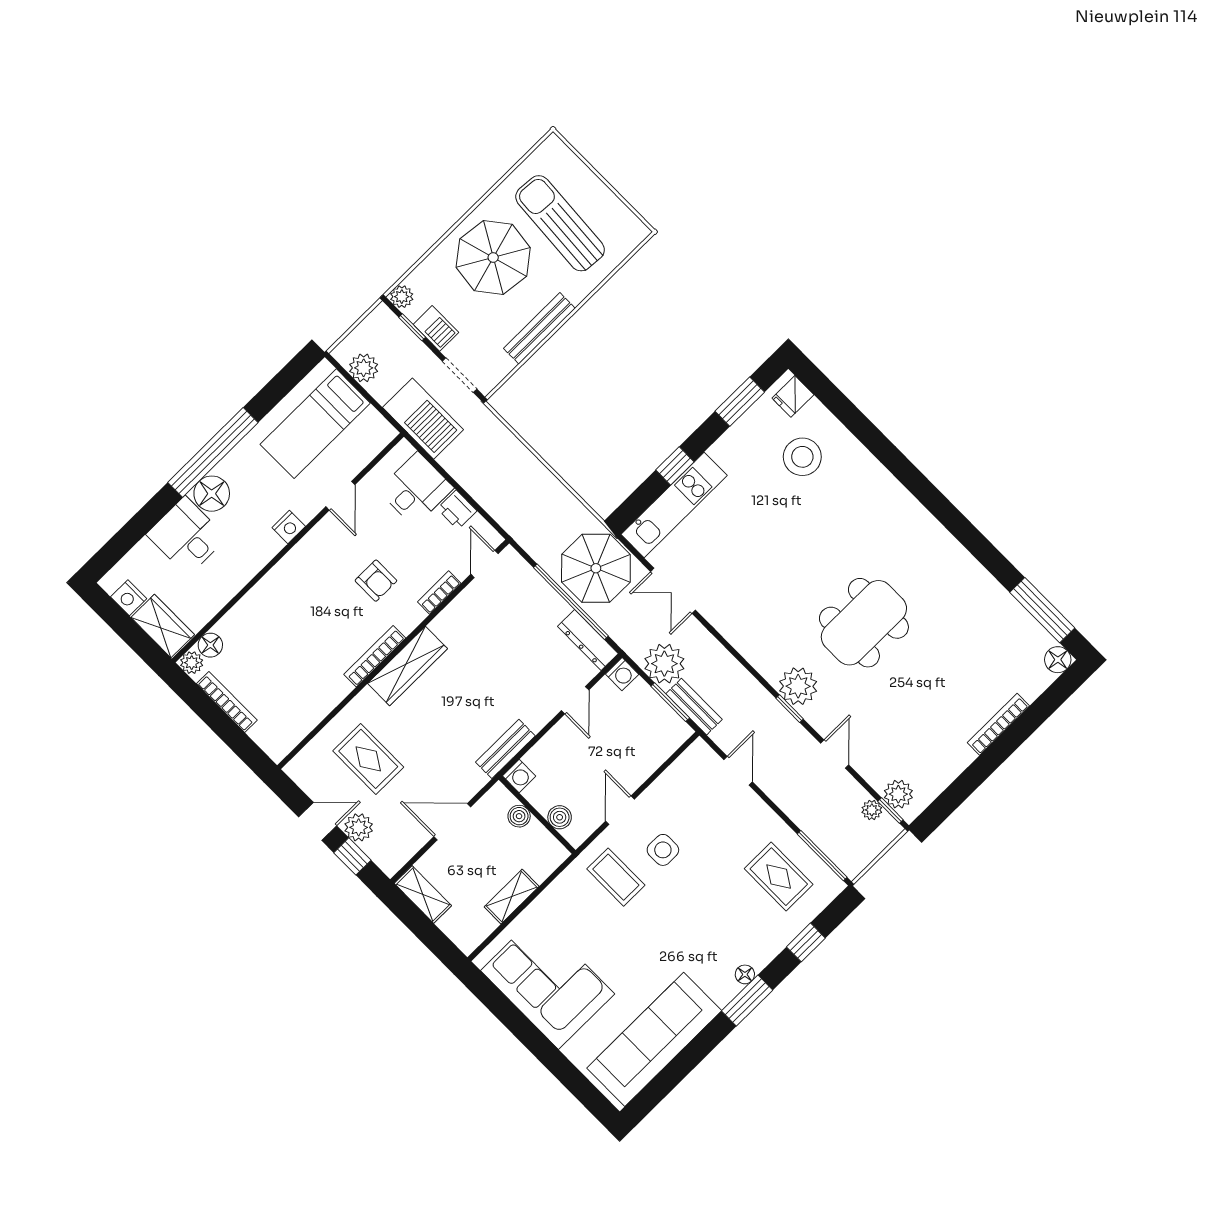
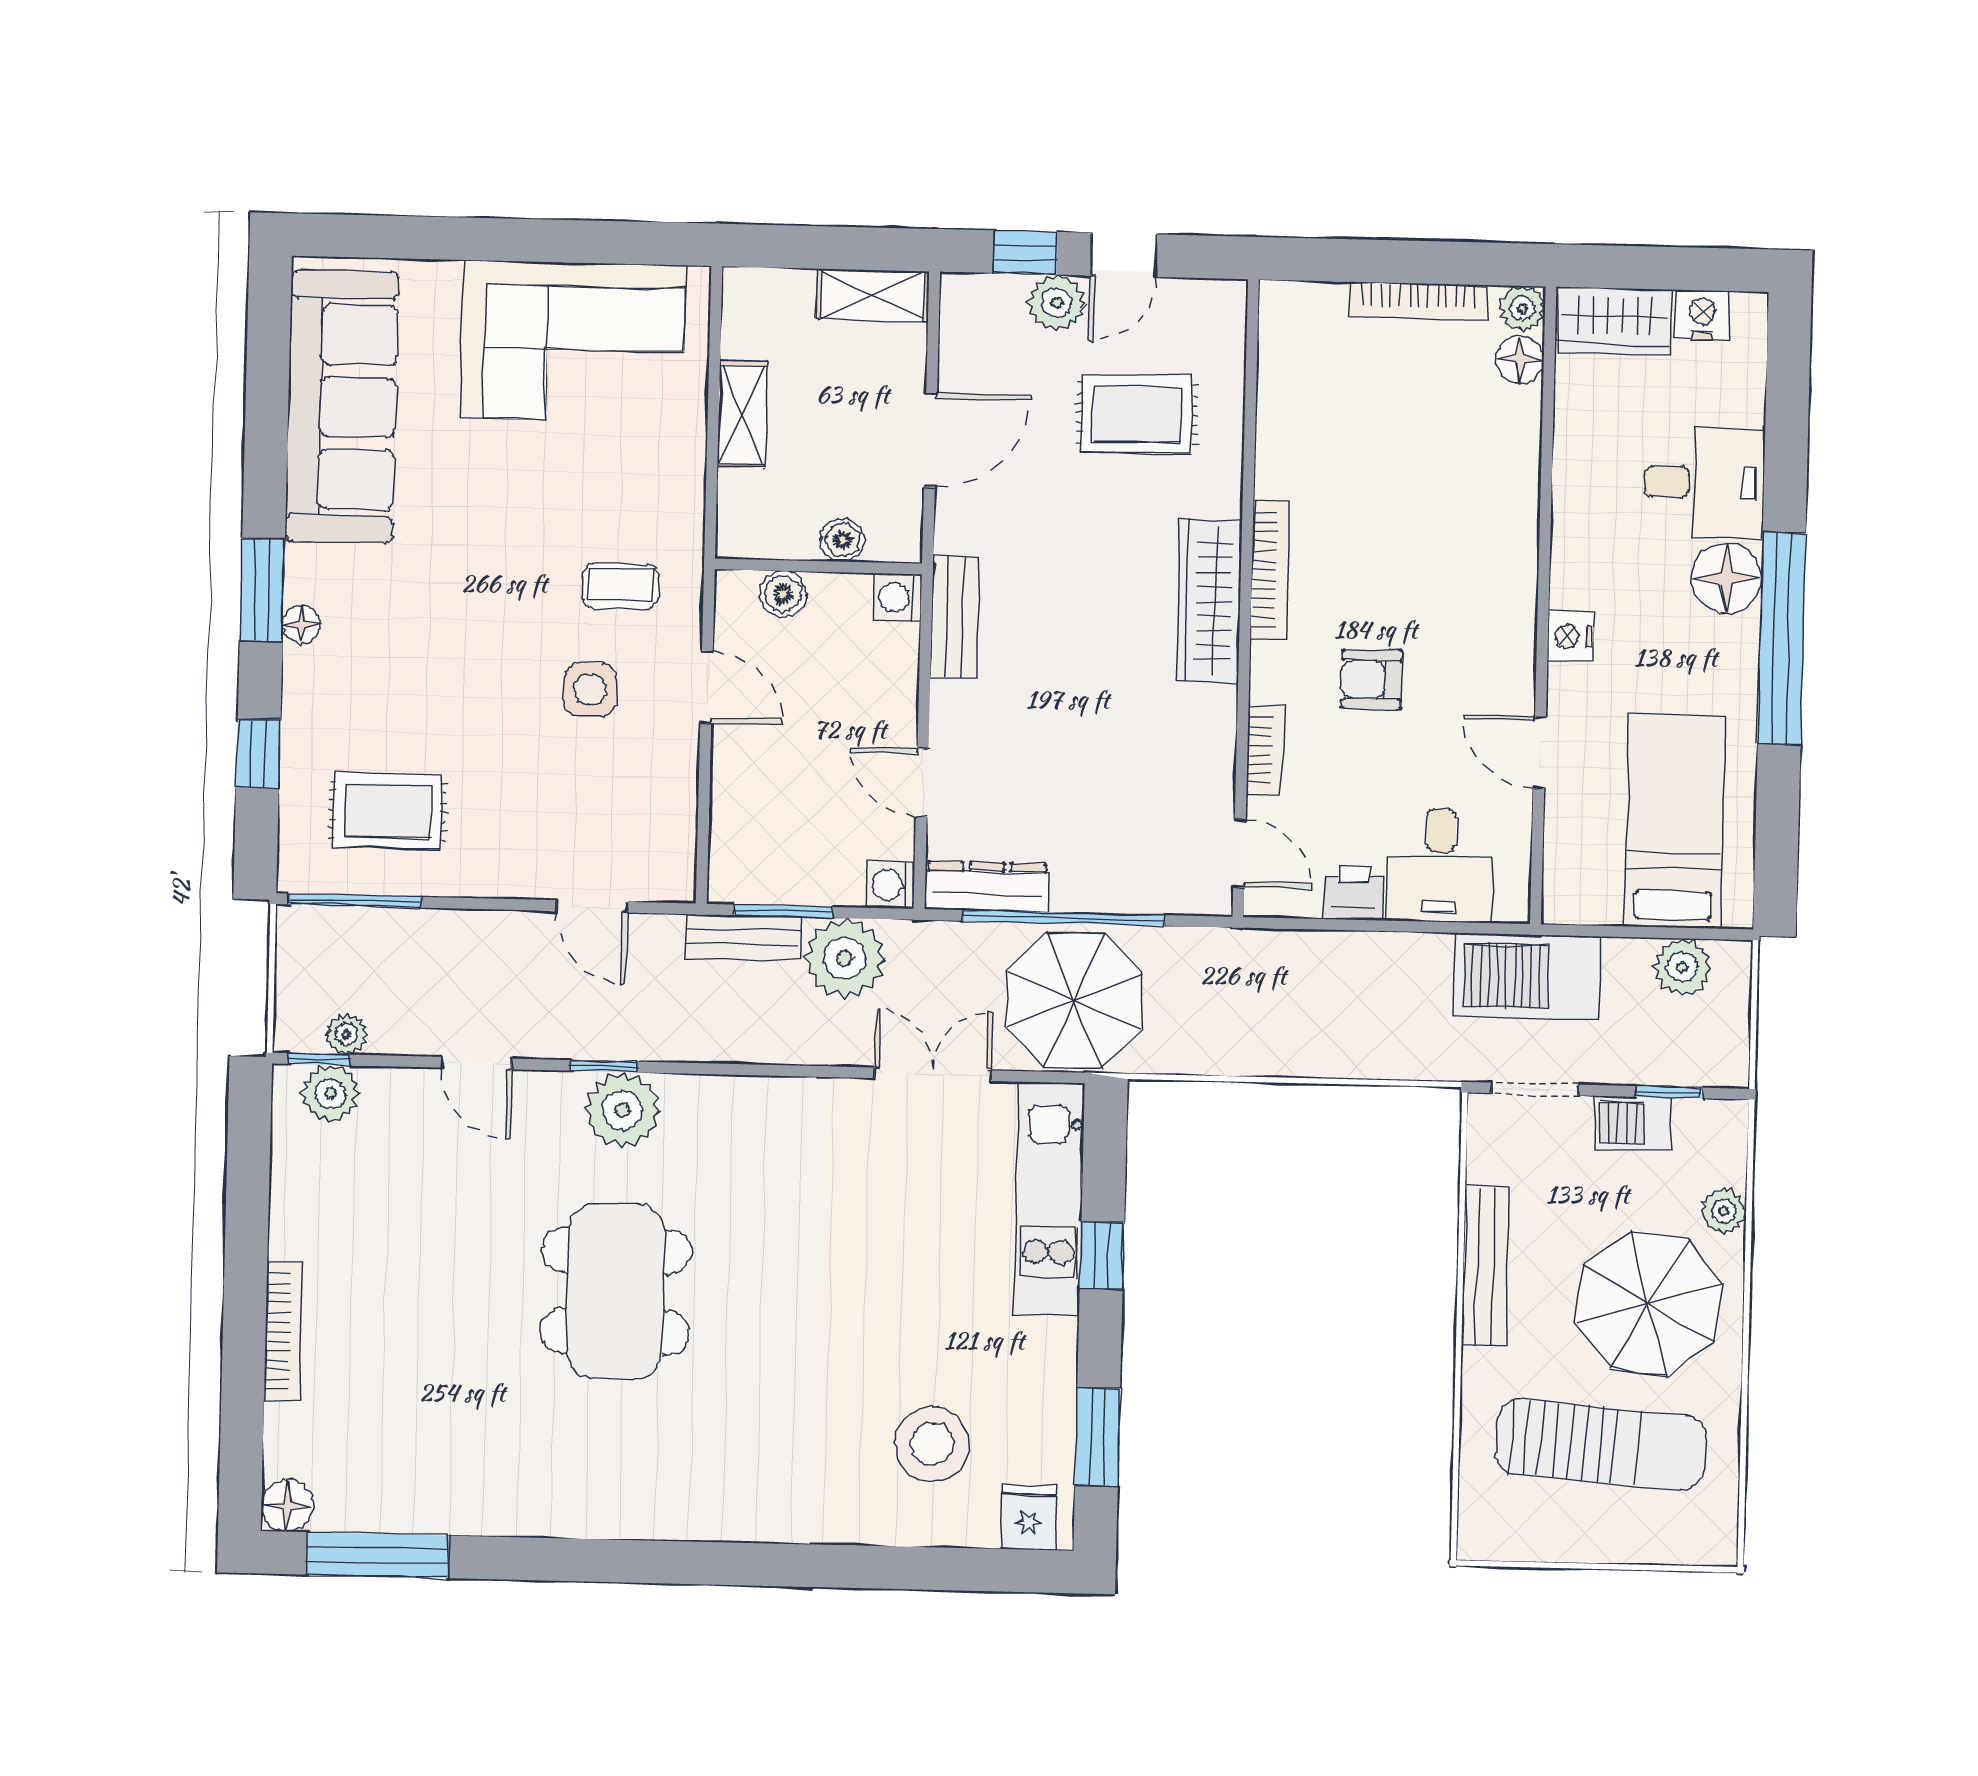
plant: (402, 297) -> (1724, 1211), moved
coffee table: (616, 877) -> (620, 586), width x0.73, depth x0.77

